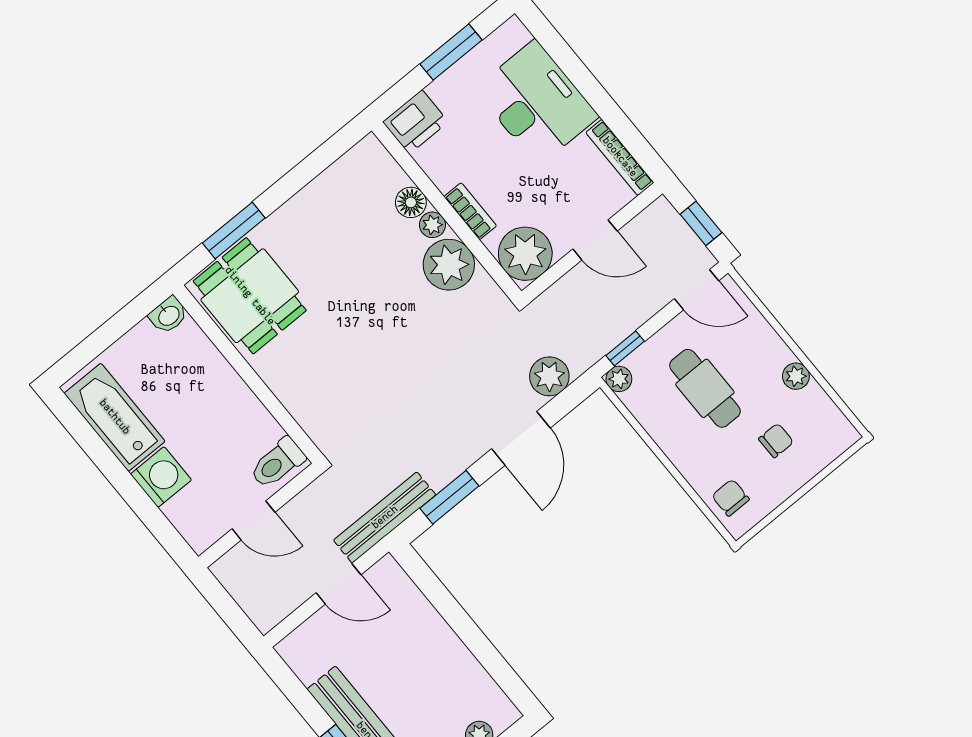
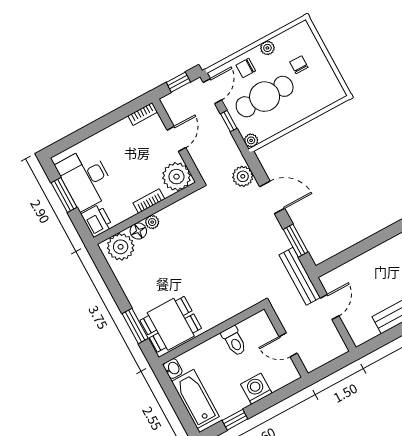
desk: (537, 103) -> (86, 179), moved, turned -90
bookcase: (620, 157) -> (143, 114), width x0.64
plant: (449, 265) -> (121, 247), moved
window: (625, 348) -> (229, 121), moved
cafe table: (705, 388) -> (265, 97), width x1.37, depth x1.35
bathtub: (115, 417) -> (195, 399), moved, turned 90
window: (96, 449) -> (235, 420), added
toilet: (277, 463) -> (234, 341), moved
chair: (731, 498) -> (246, 68), moved
door: (253, 520) -> (288, 345), swing flipped

